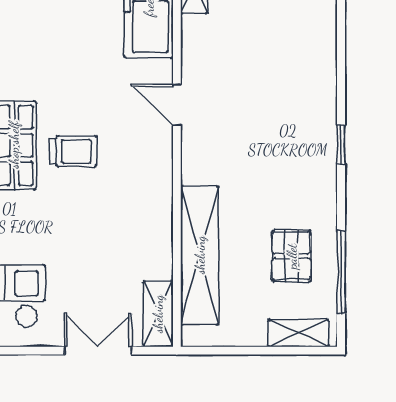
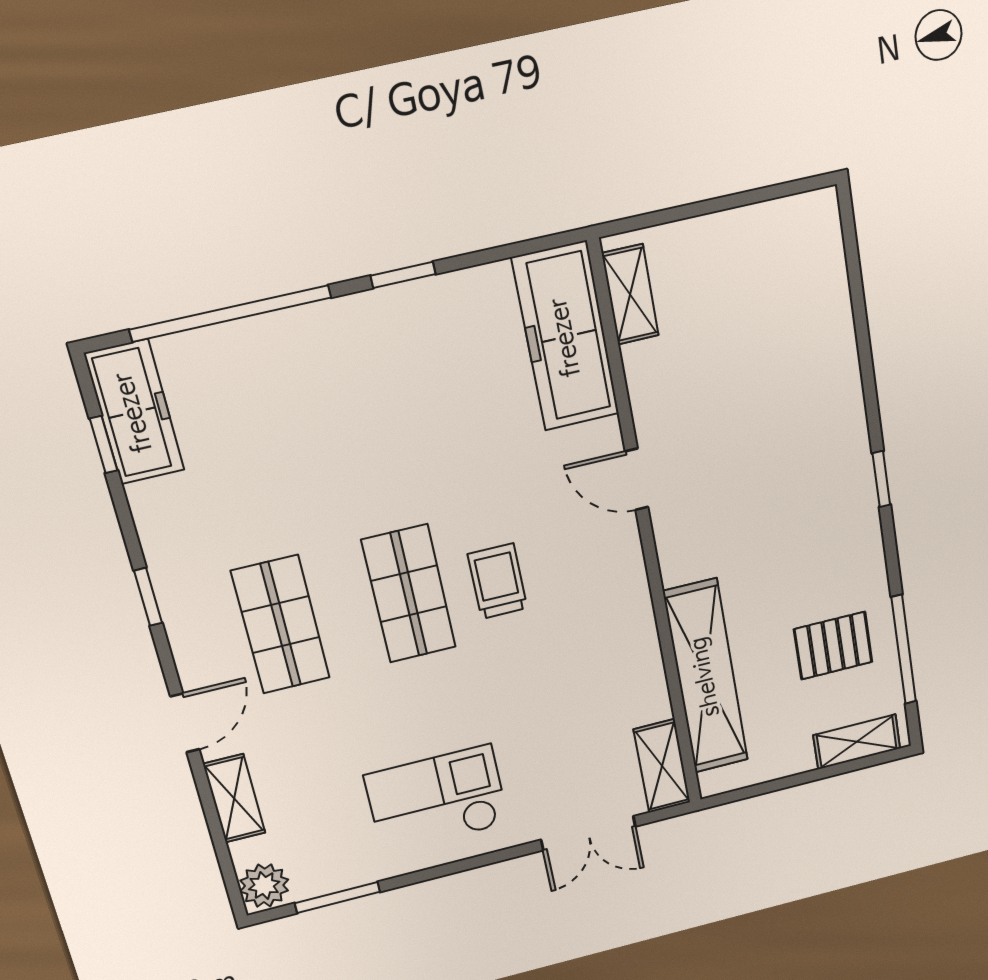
trolley: (73, 151) -> (498, 581), turned -90
pallet: (292, 256) -> (833, 646), turned 90
double door: (98, 351) -> (588, 833), swing flipped

